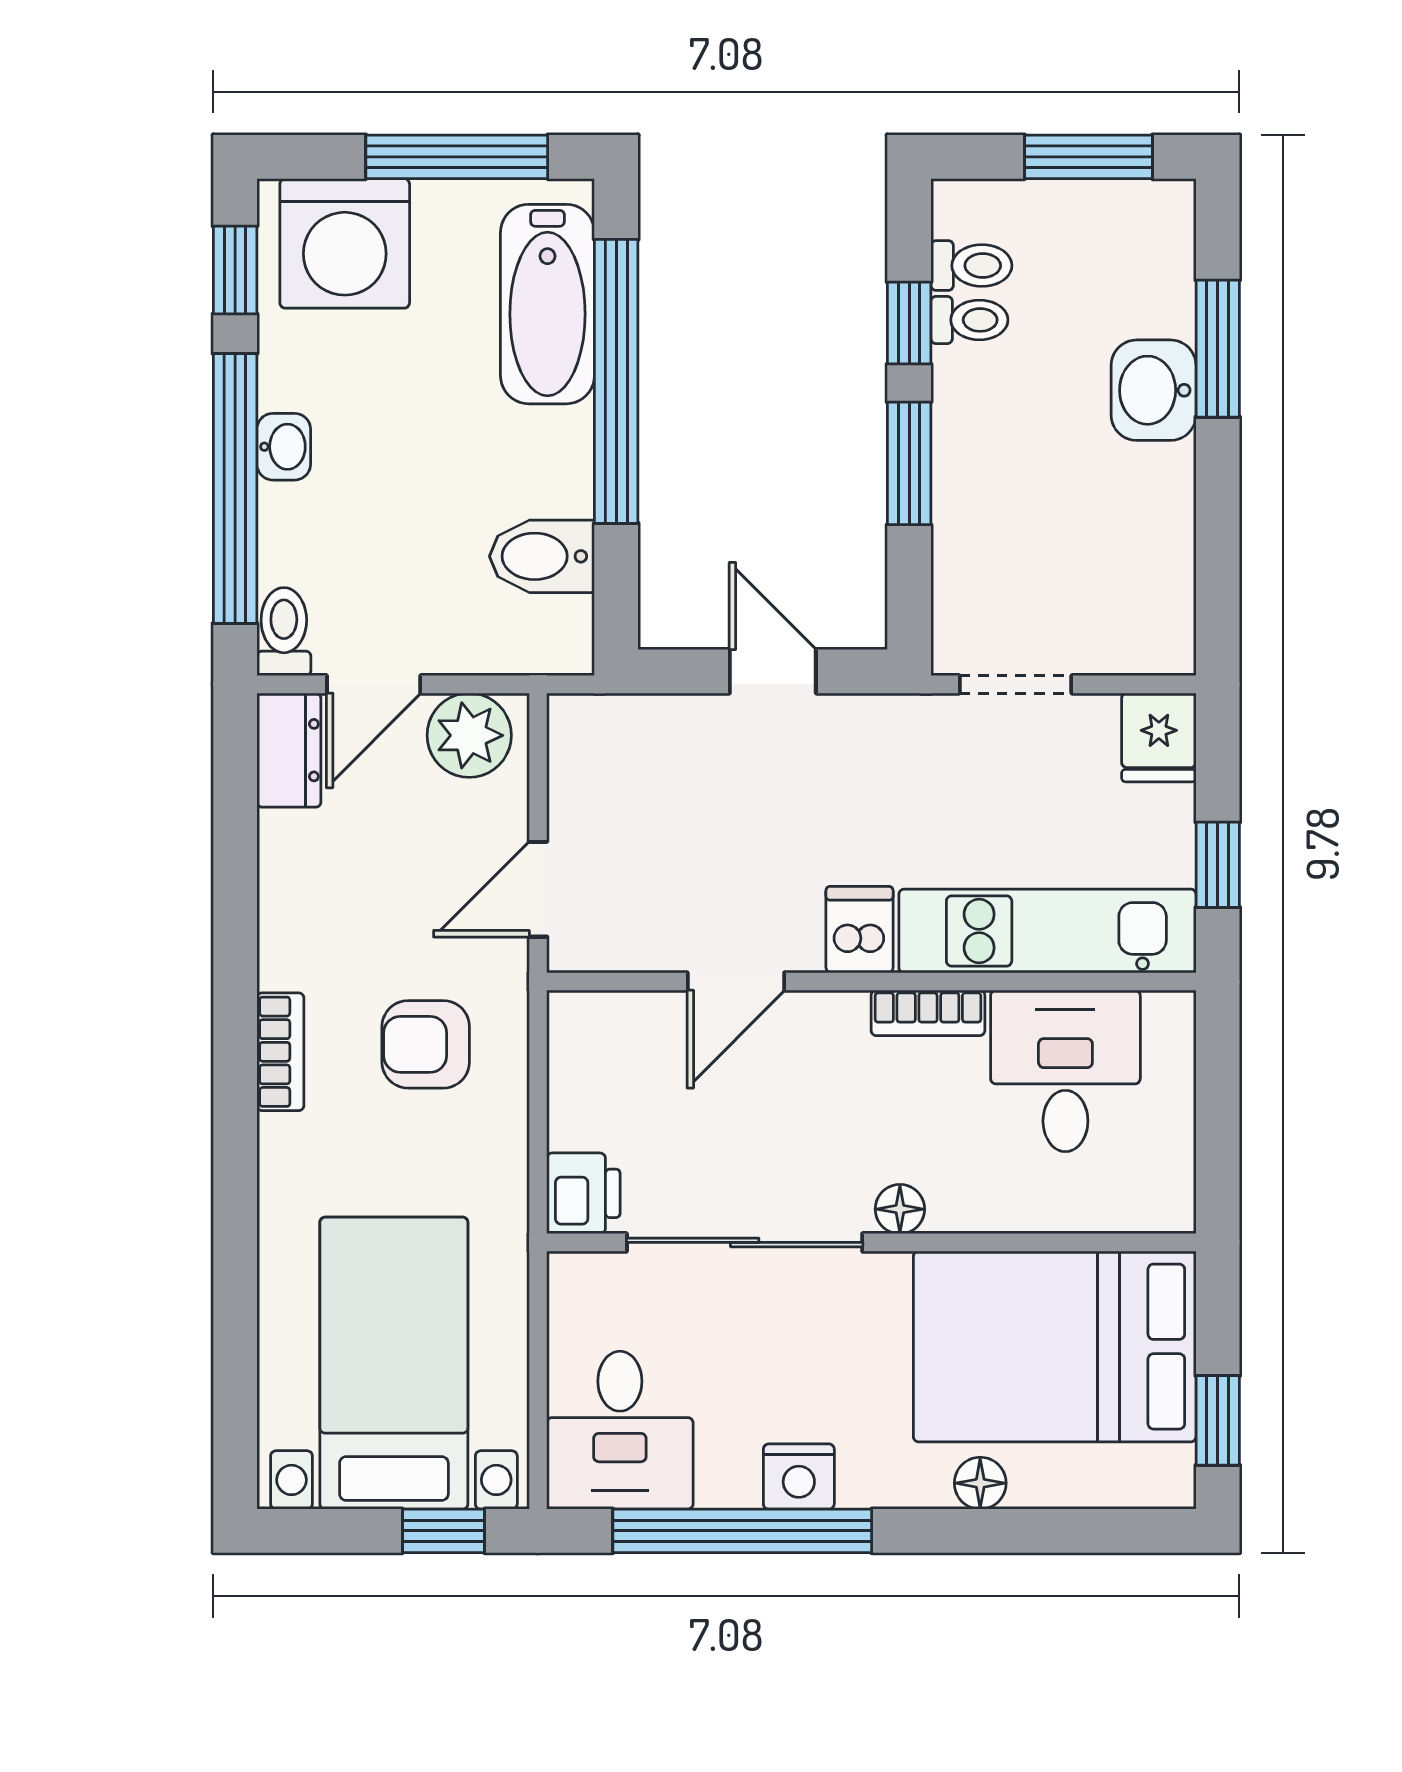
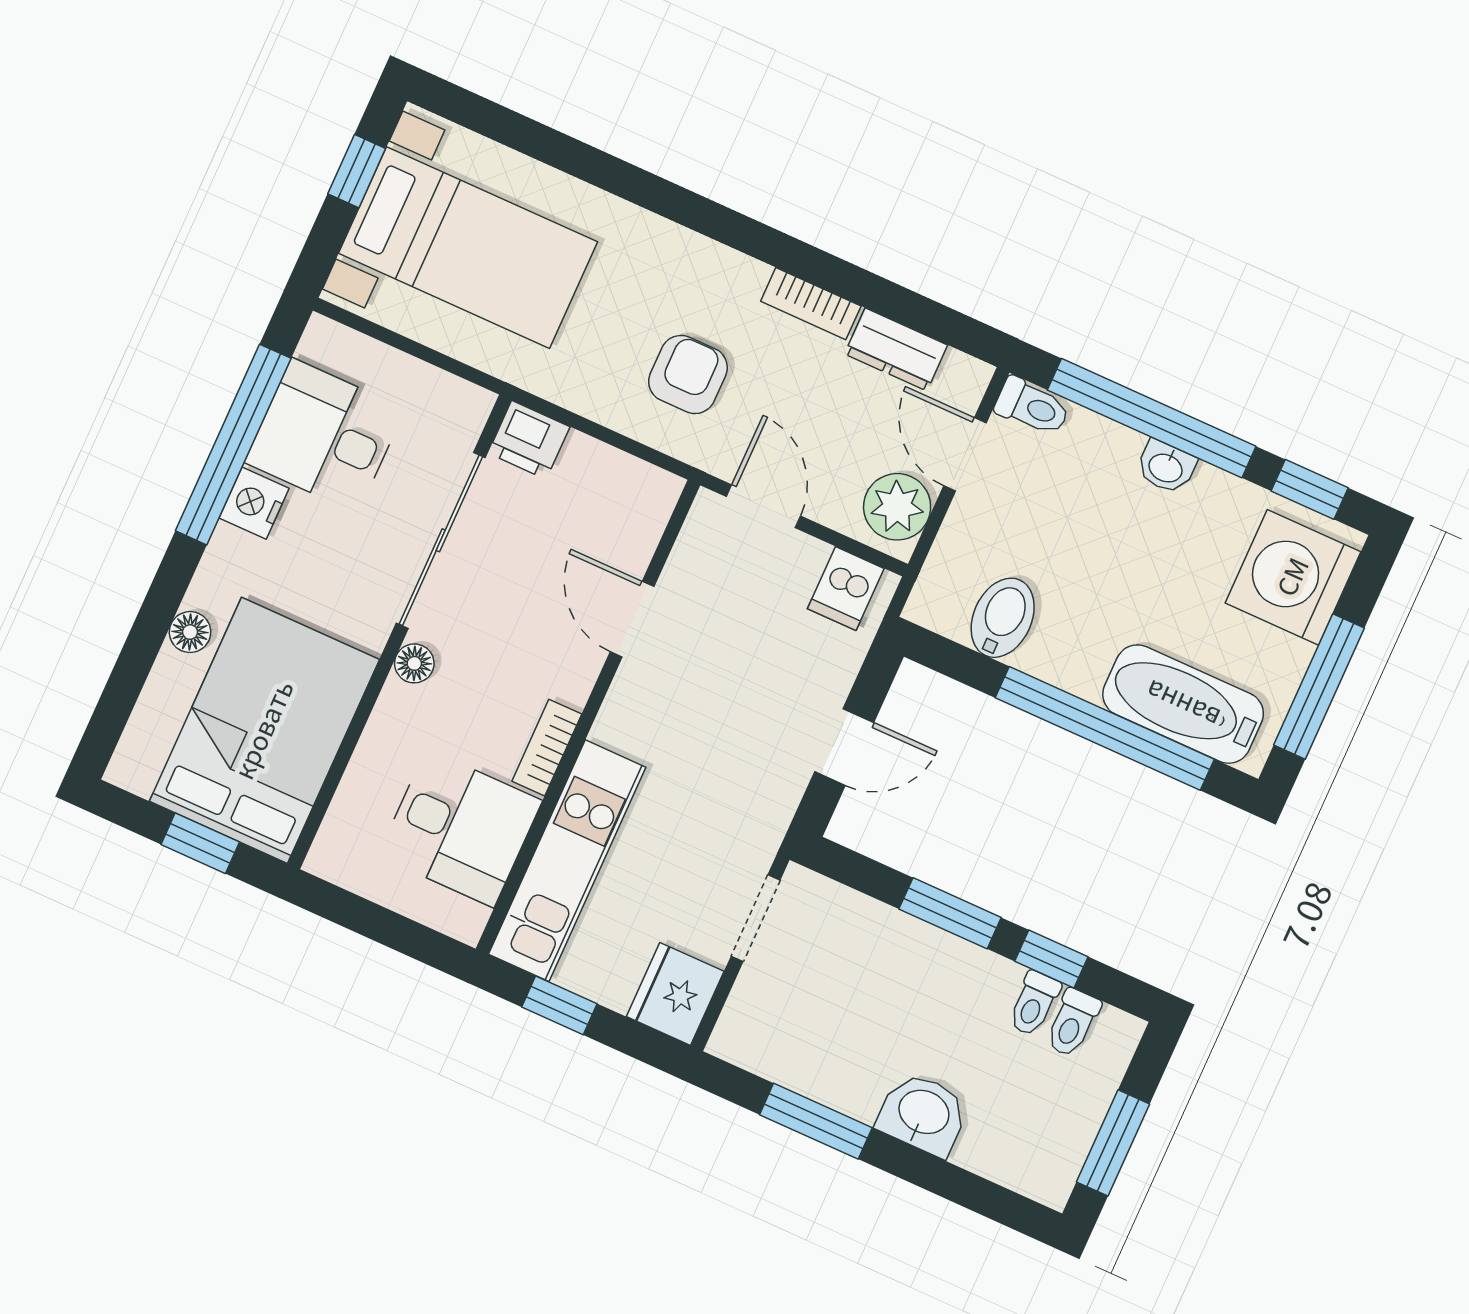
window: (1218, 349) -> (816, 1121), moved
fridge: (1159, 737) -> (675, 994), width x1.38
dresser: (289, 750) -> (896, 349), moved
dishwasher: (860, 930) -> (846, 589), moved, turned 90
bookcase: (280, 1052) -> (811, 304), moved
window: (1218, 1420) -> (200, 843), moved
desk: (620, 1430) -> (325, 436), moved
window: (443, 1531) -> (357, 171), moved

